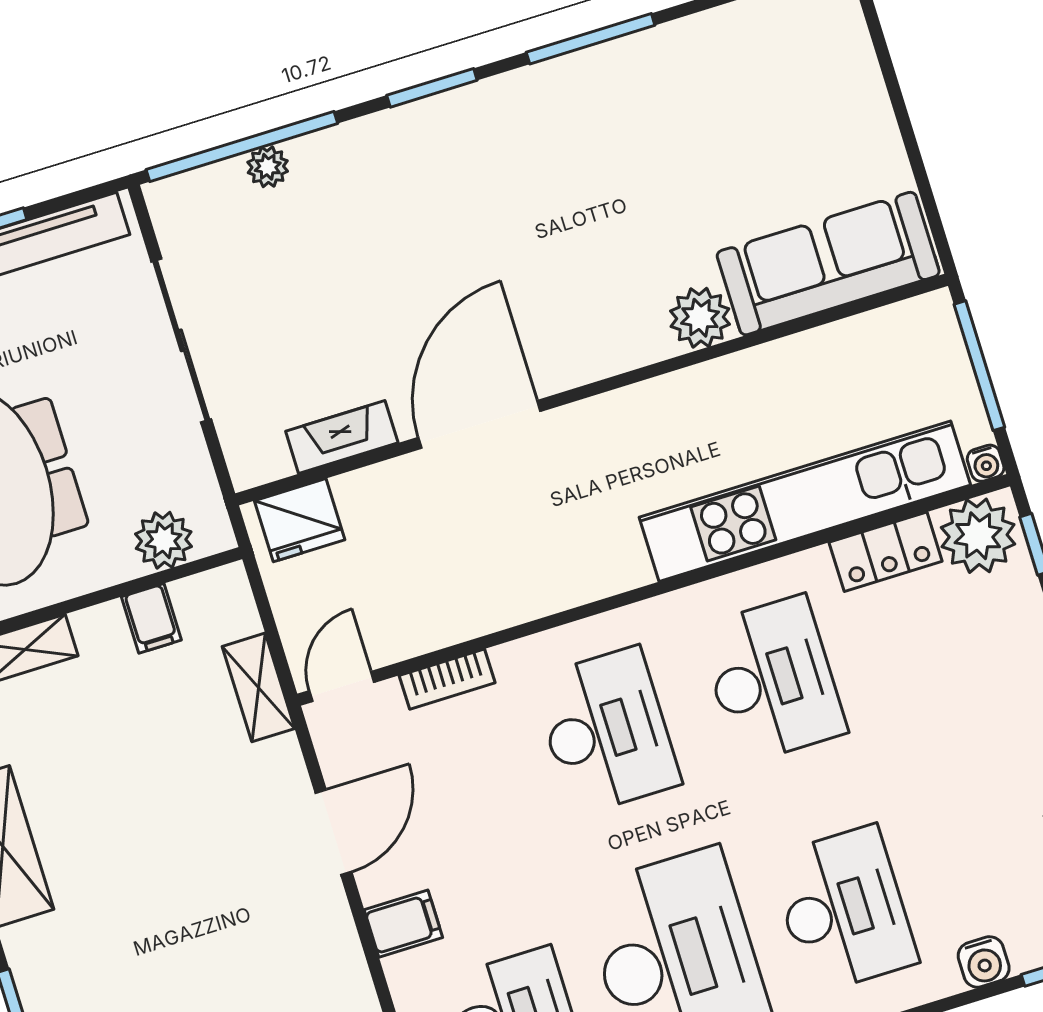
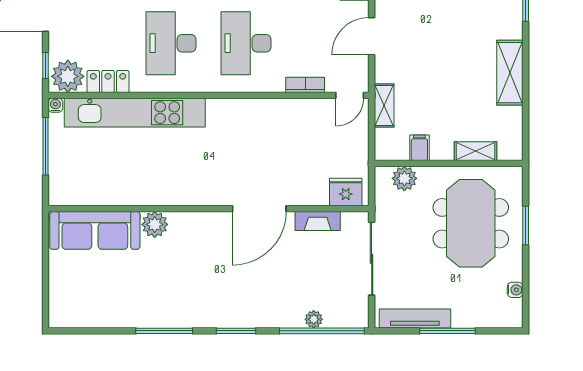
sofa: (828, 264) -> (95, 230), moved
plant: (700, 318) -> (155, 224), moved
wall: (592, 390) -> (209, 209), moved
door: (479, 424) -> (259, 209), moved
fireplace: (342, 437) -> (318, 221), moved
fridge: (300, 520) -> (346, 192), moved

